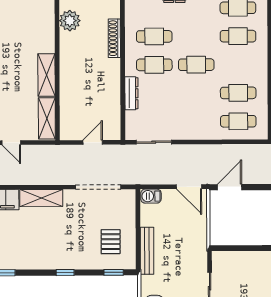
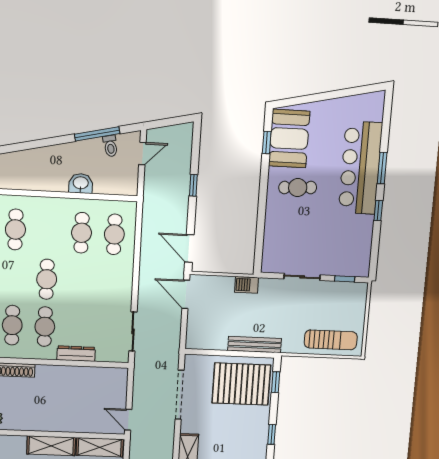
door: (93, 142) -> (128, 420), moved
door: (189, 187) -> (186, 294), swing flipped
barbecue: (151, 196) -> (247, 285), moved, turned 90
pallet: (111, 242) -> (241, 384), width x2.05, depth x2.00

